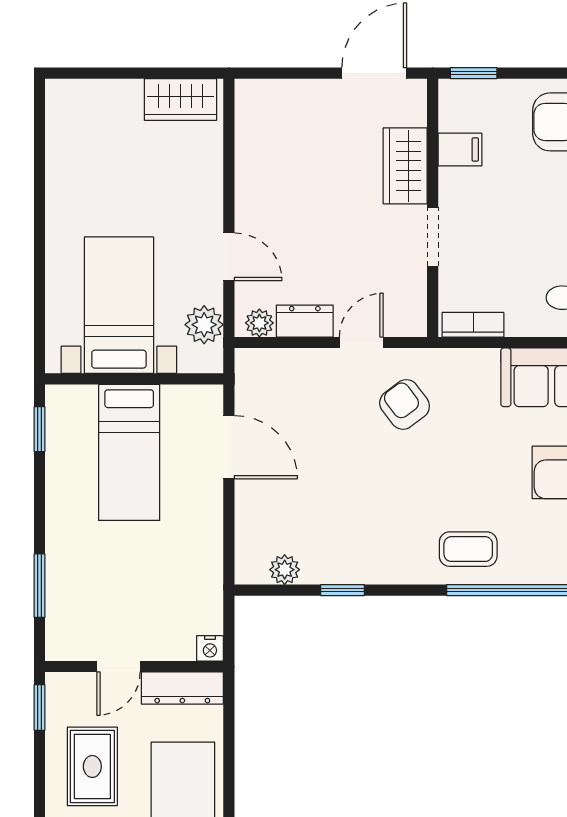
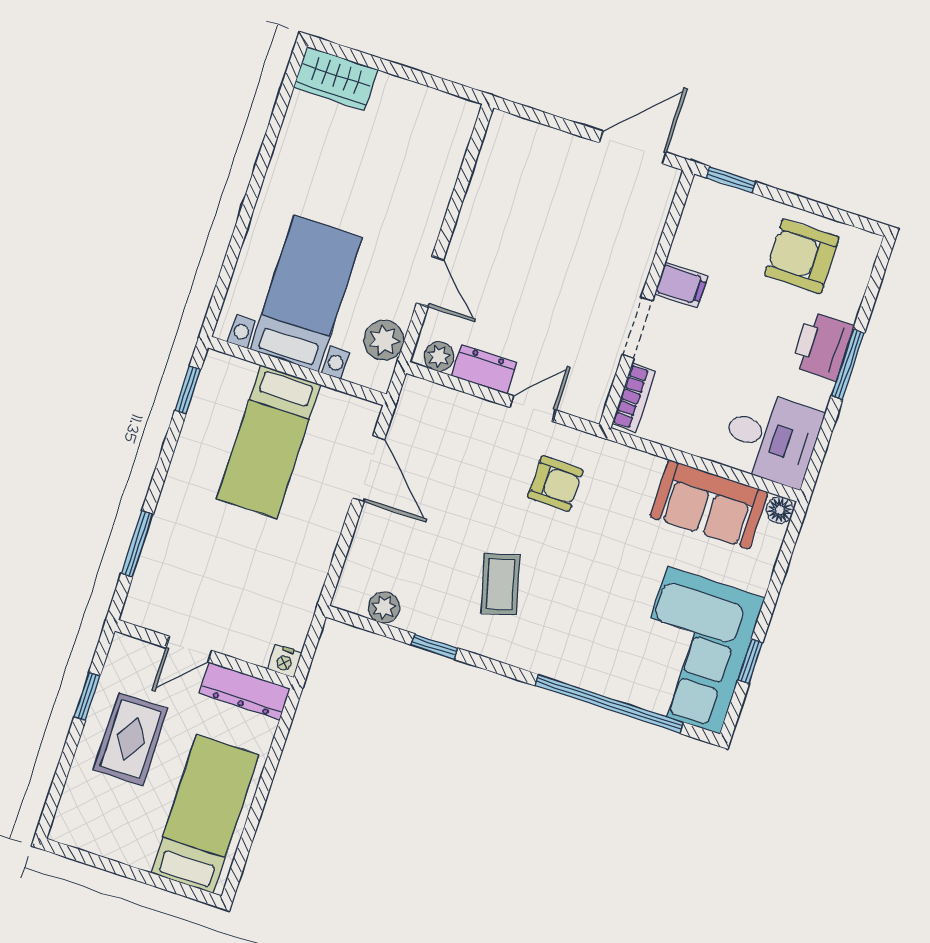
wardrobe: (181, 100) -> (336, 79), moved
filing cabinet: (460, 150) -> (681, 285), moved
wardrobe: (405, 166) -> (633, 249), removed
bookcase: (473, 325) -> (634, 398), moved, turned 90
armchair: (405, 404) -> (555, 484), turned 128
coffee table: (468, 549) -> (500, 584), moved, turned 75
window: (39, 708) -> (87, 696), moved

